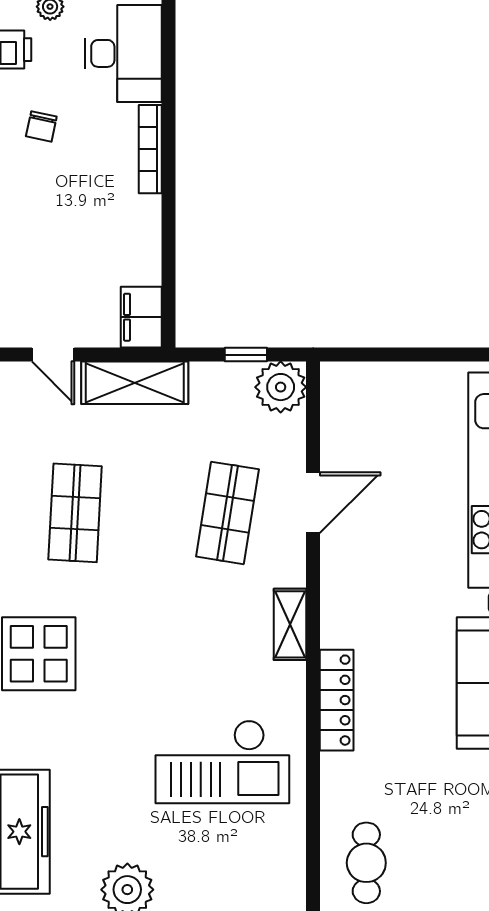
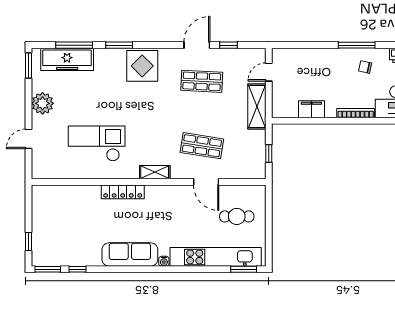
filing cabinet: (141, 317) -> (311, 109), moved
plant: (281, 387) -> (255, 168), removed
checkout: (222, 762) -> (97, 144), turned 90
cafe table: (366, 863) -> (237, 216), moved

